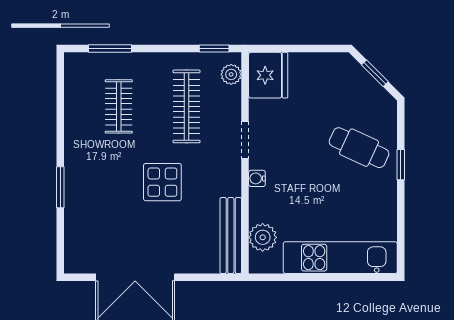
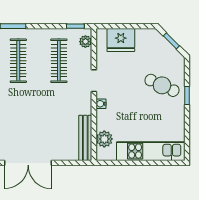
fridge: (268, 75) -> (121, 40), moved, turned 90
clothes rail: (119, 106) -> (18, 61), width x1.36
display table: (162, 182) -> (44, 106), removed

